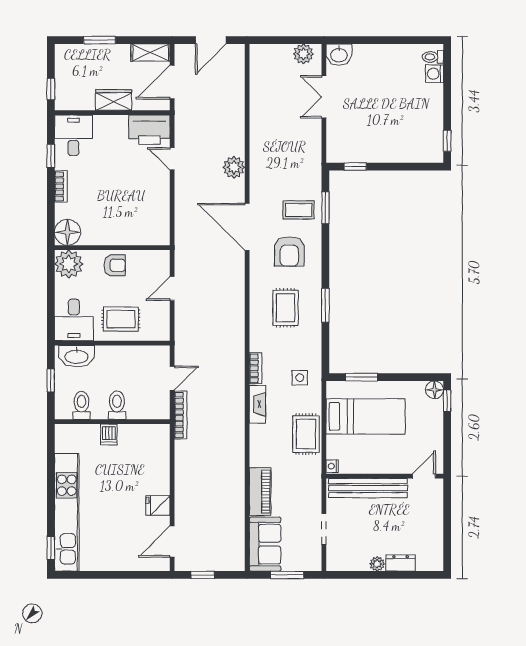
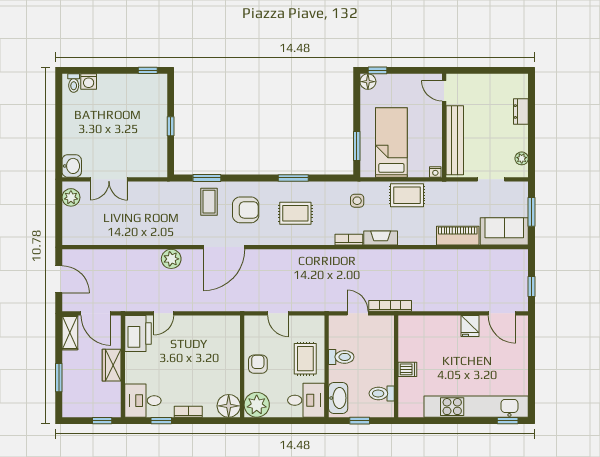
window: (355, 167) -> (171, 126), moved
toilet: (117, 405) -> (341, 357), moved, turned 180
plant: (377, 564) -> (522, 158), moved

